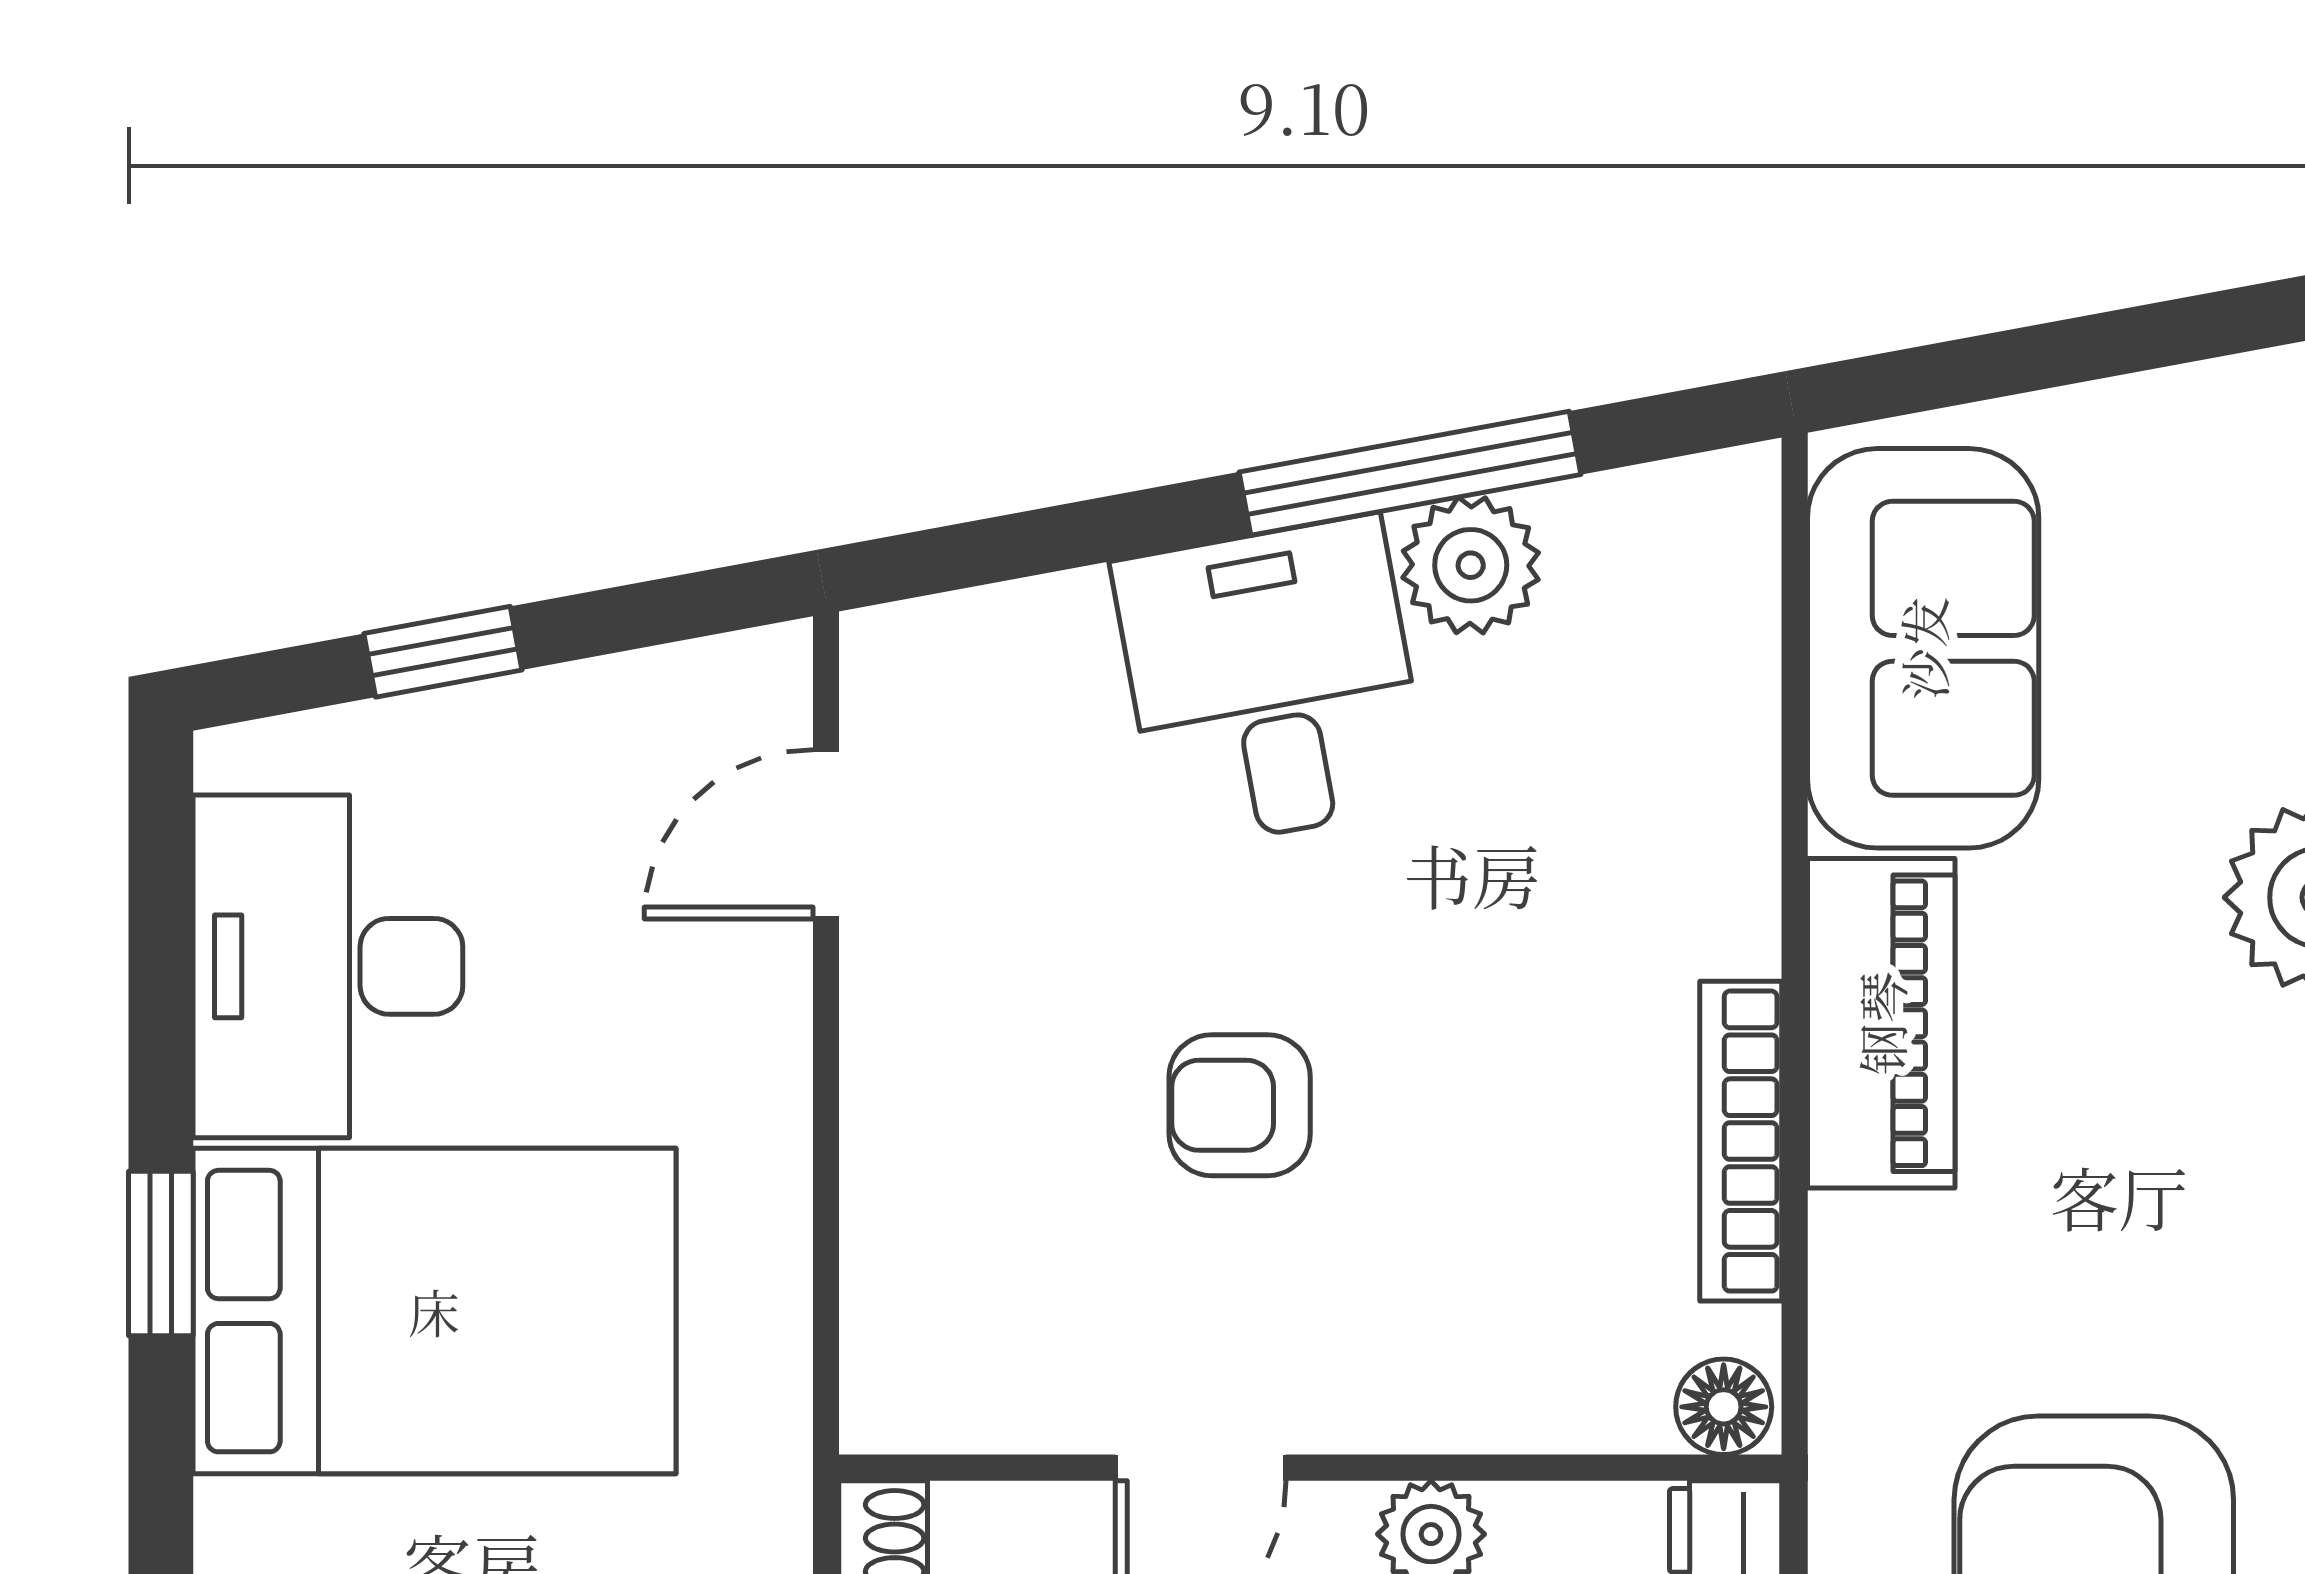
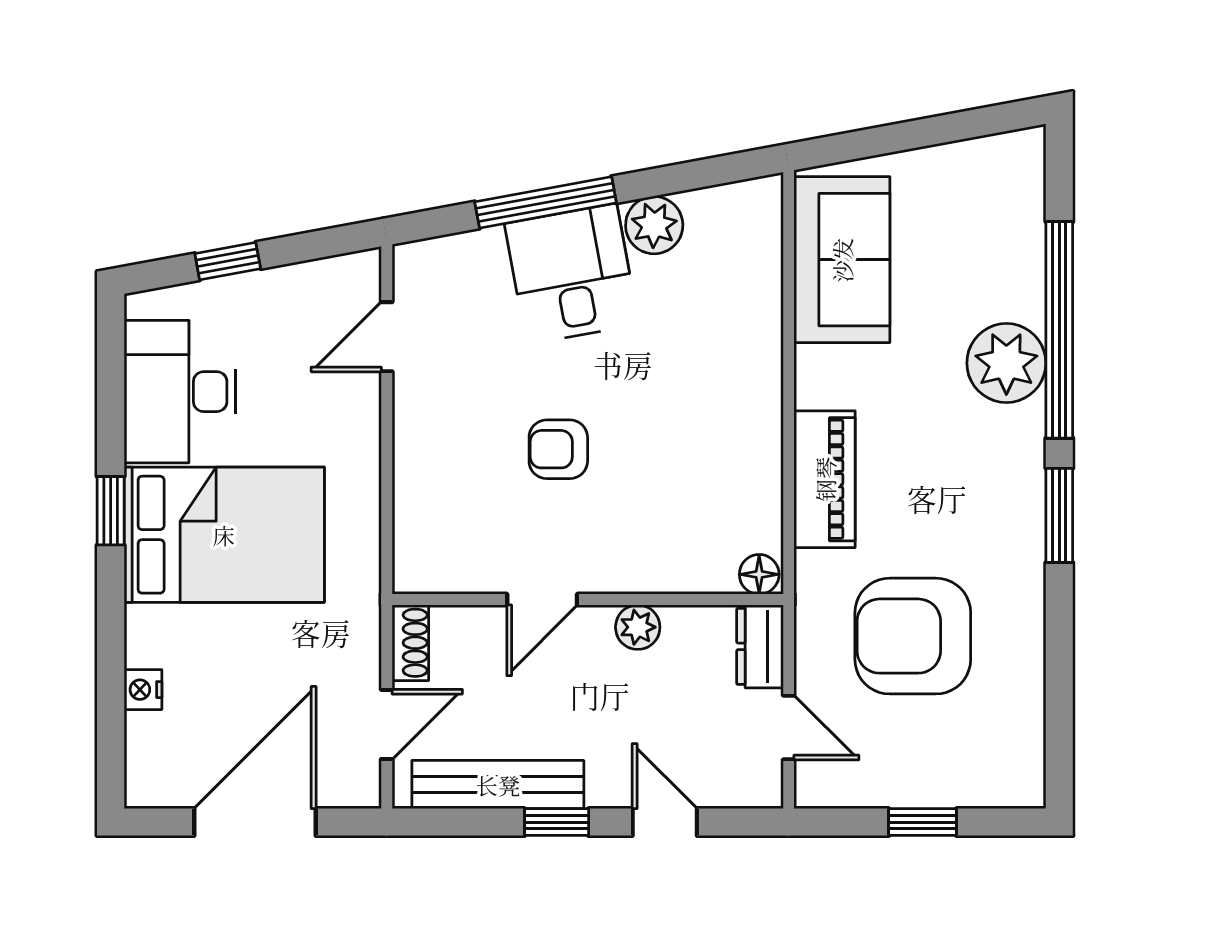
window: (1410, 473) -> (546, 202), moved
piano: (1881, 1023) -> (825, 479), moved
bookcase: (1741, 1141) -> (766, 464), removed

